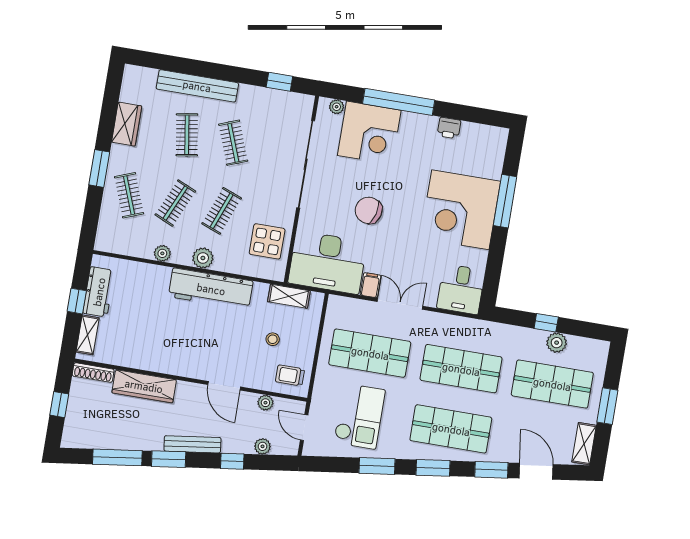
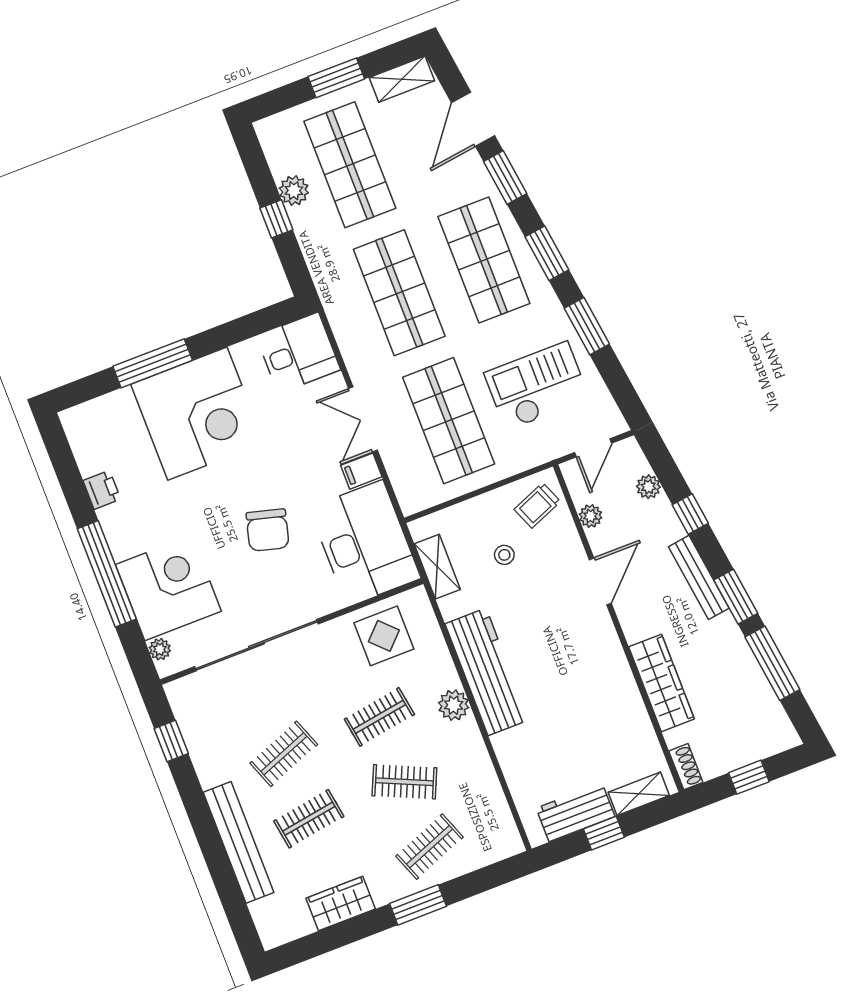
clothes rail: (222, 211) -> (379, 717), turned -30
plant: (162, 253) -> (478, 760), removed
shoe rack: (93, 373) -> (686, 767), width x0.70
trolley: (290, 375) -> (537, 505), turned 68

